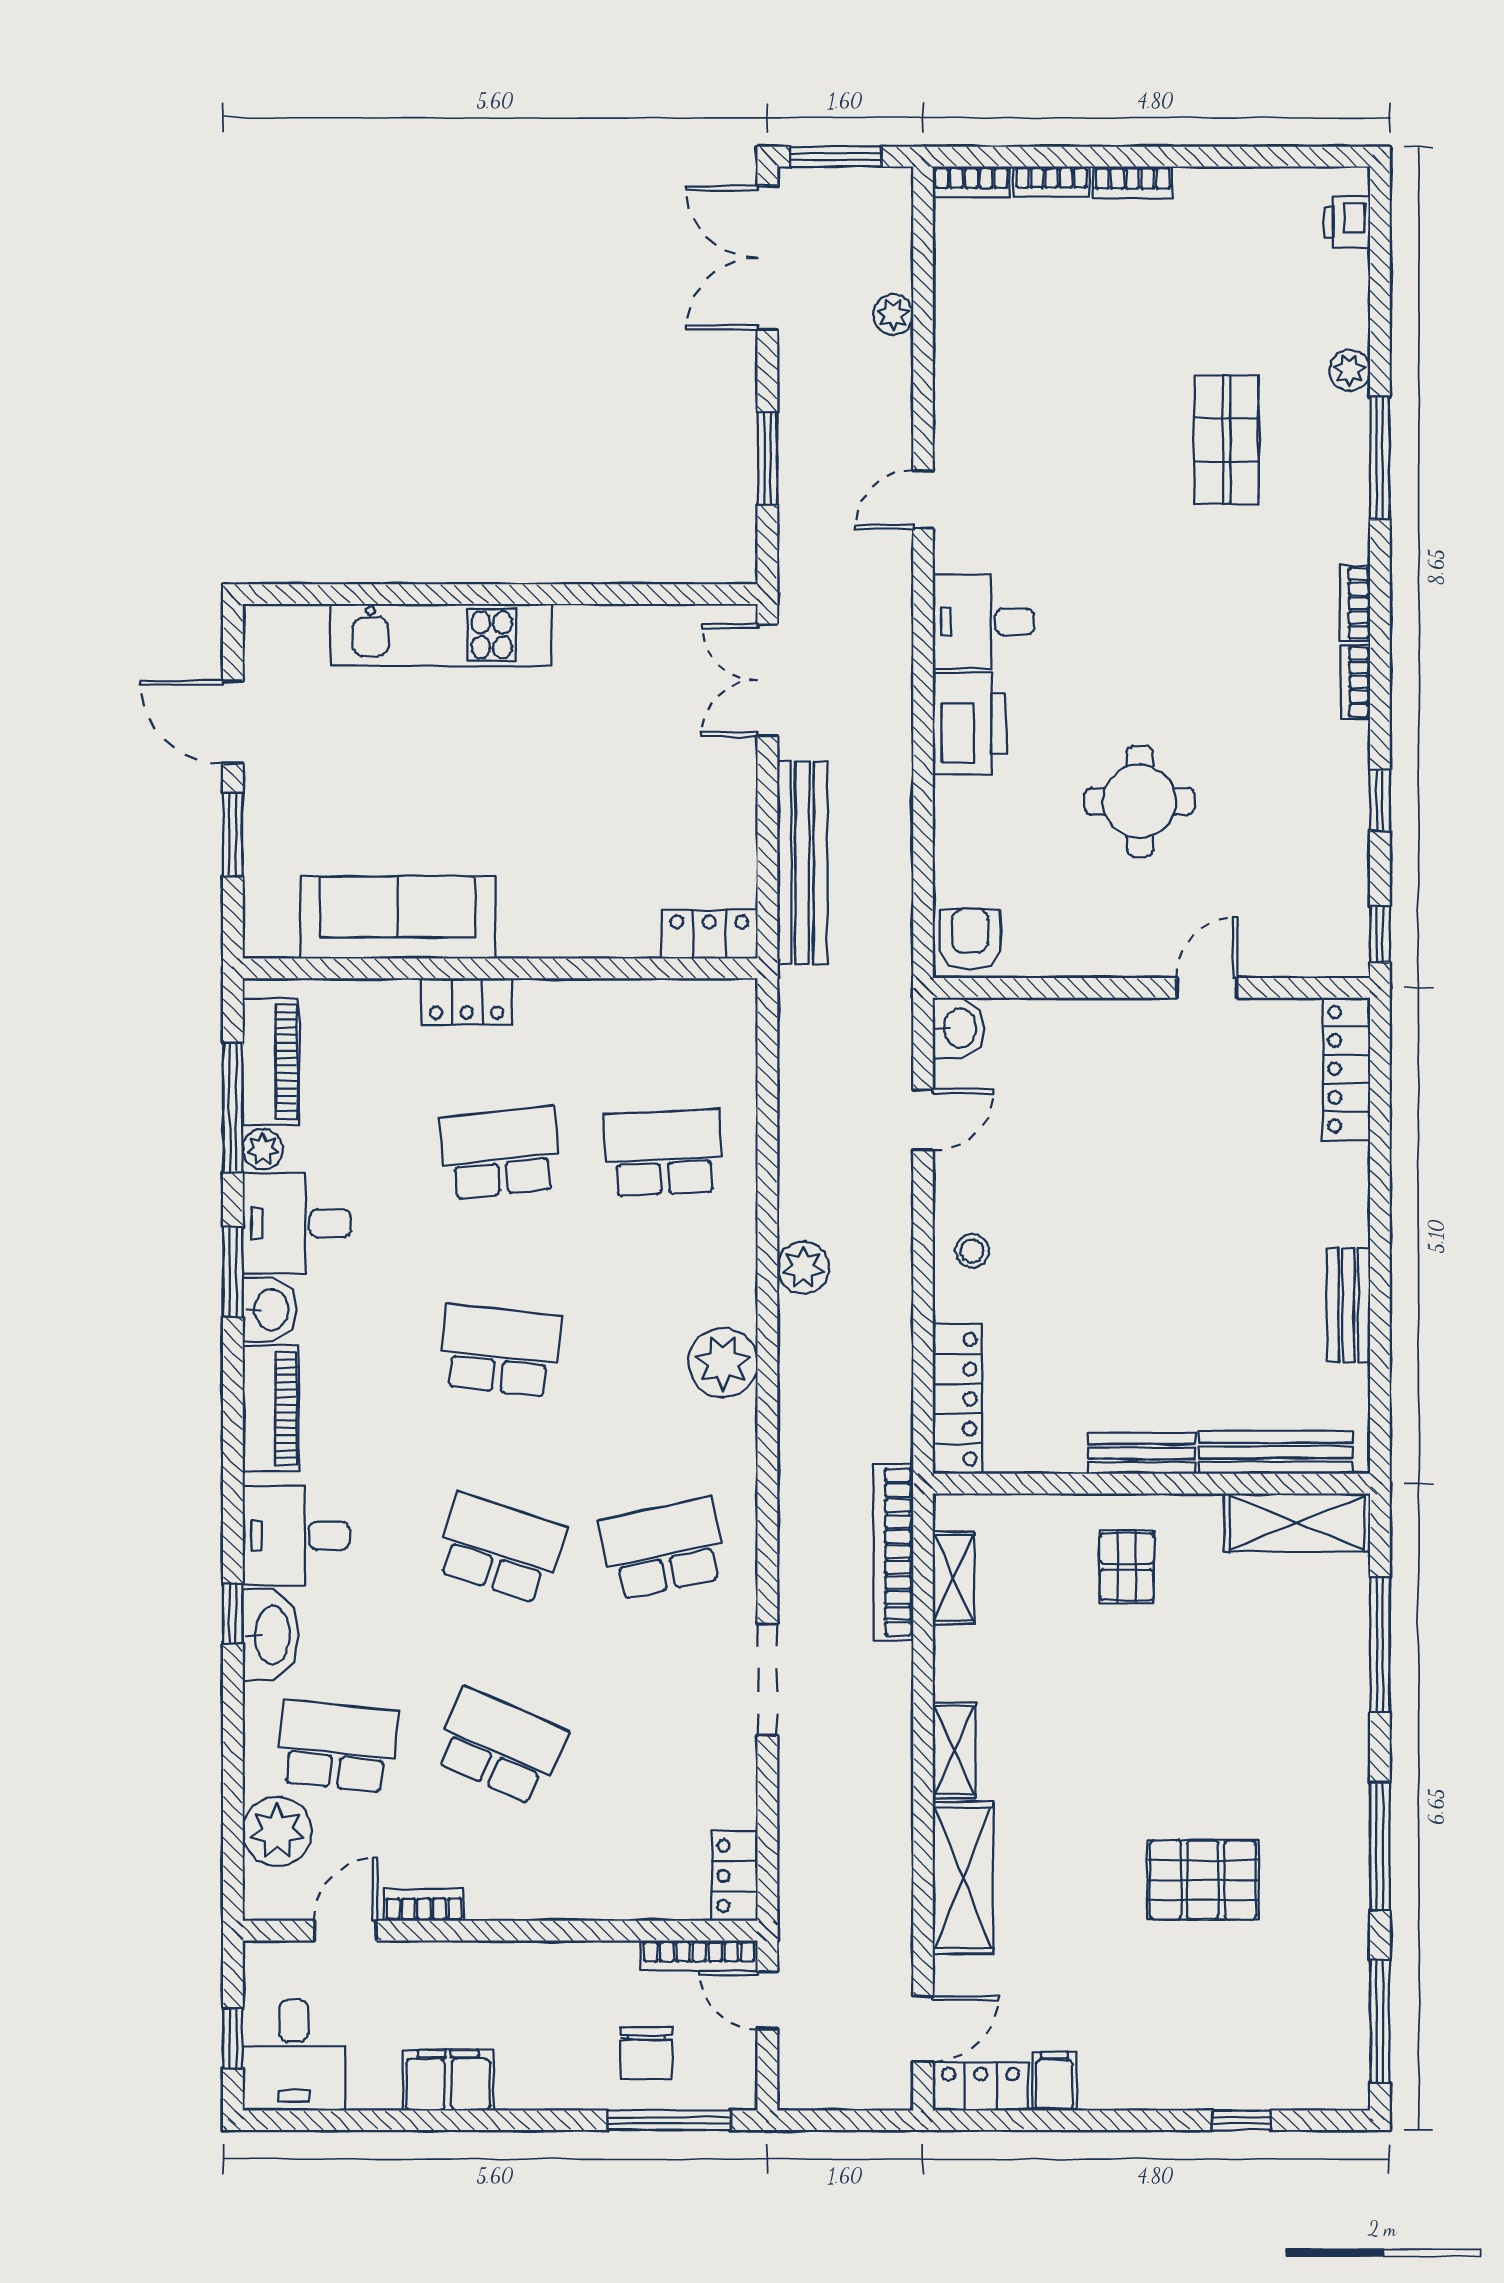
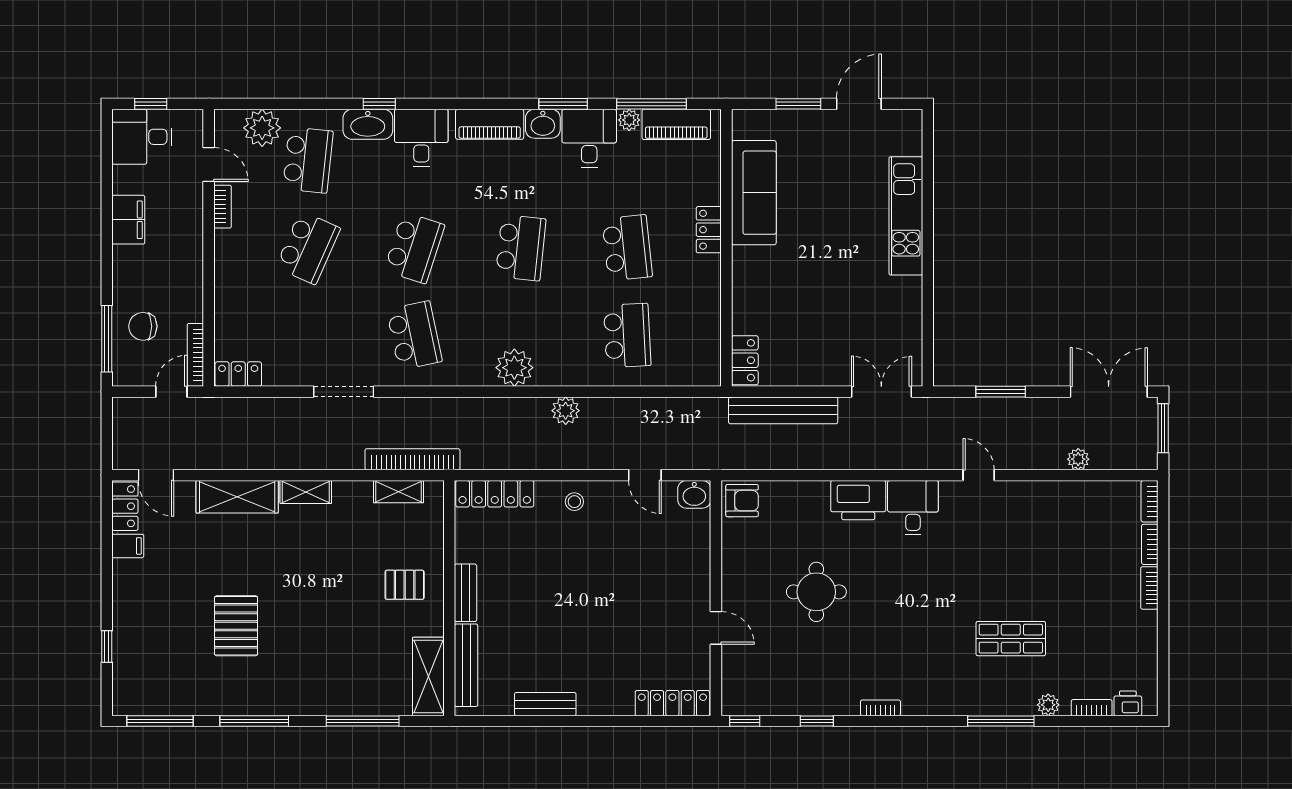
bookcase: (1355, 603) -> (1092, 708), moved

